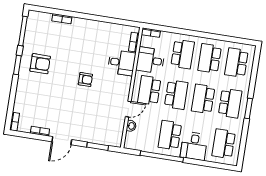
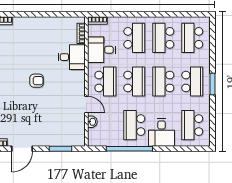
school desk: (149, 90) -> (105, 82), turned 180
door: (128, 109) -> (86, 105), hinge flipped

